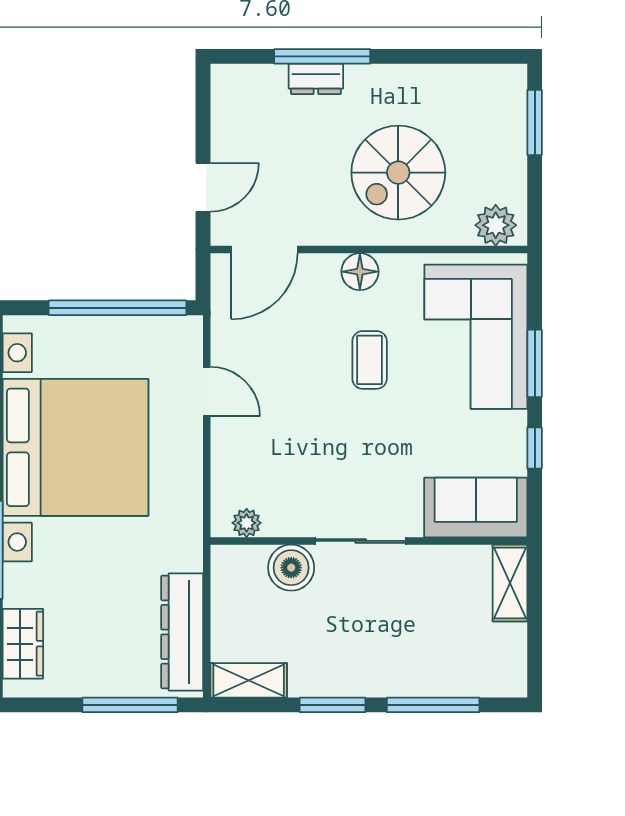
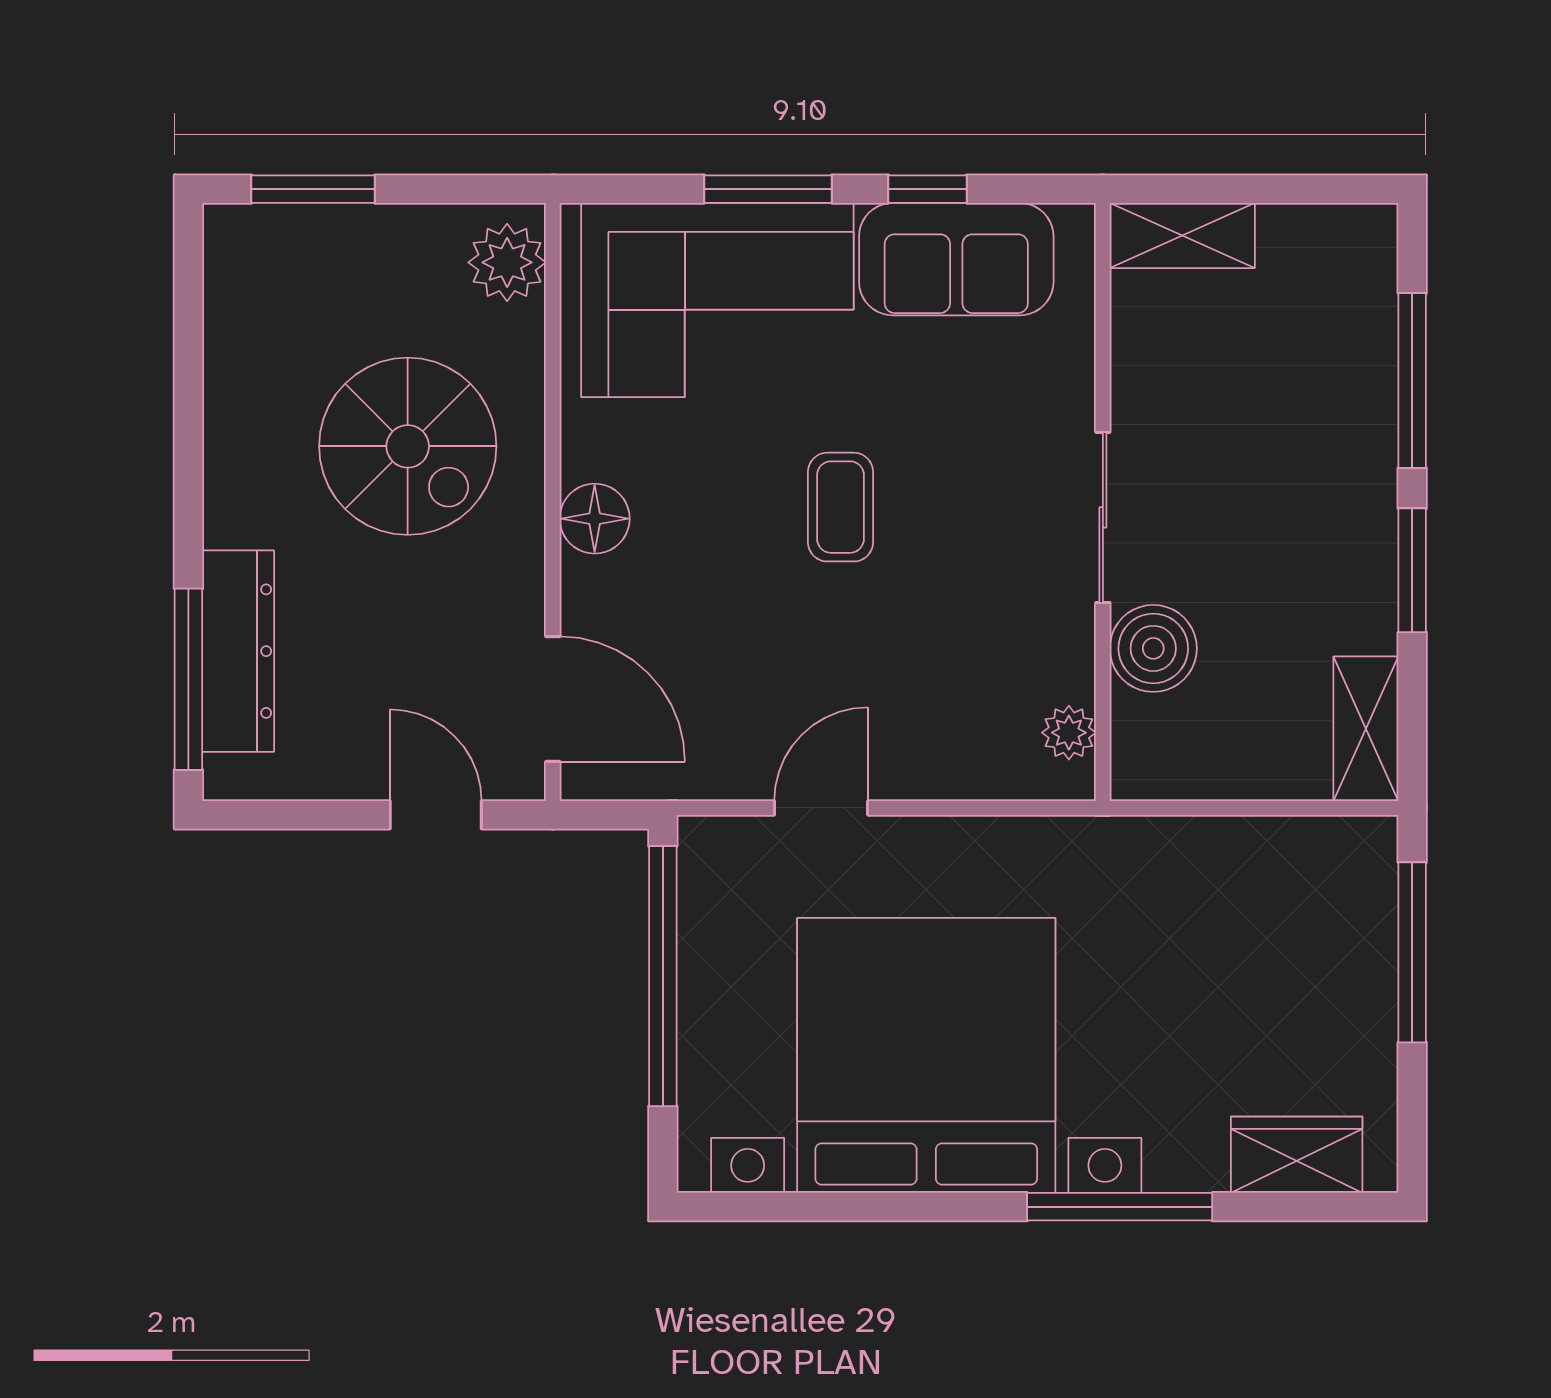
window: (322, 56) -> (188, 679), moved
dresser: (316, 79) -> (238, 651), width x1.96, depth x1.24
coffee table: (370, 360) -> (840, 507), moved, turned 90
sofa: (476, 507) -> (956, 259), moved, turned -90
dresser: (182, 632) -> (1275, 854), removed

